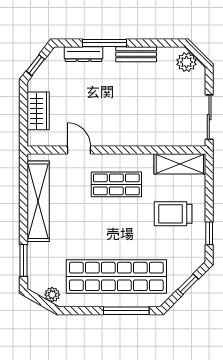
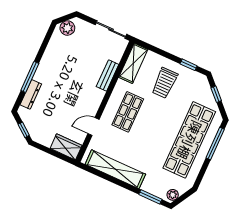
bench: (136, 54) -> (108, 76), moved
wardrobe: (38, 111) -> (66, 147), moved
plant: (52, 295) -> (173, 195), moved

